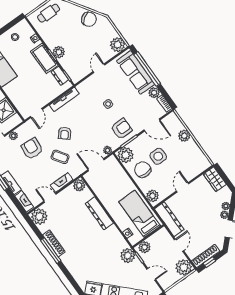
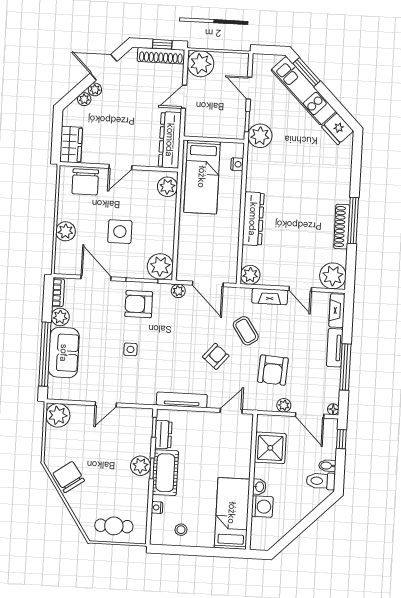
sofa: (136, 72) -> (64, 353), width x0.73
chair: (143, 170) -> (85, 182), moved
plant: (145, 247) -> (230, 129), removed

